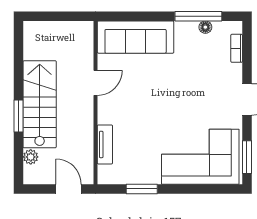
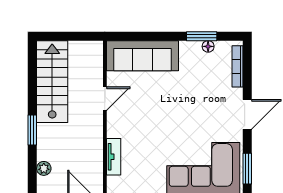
window: (198, 16) -> (202, 36), width x0.69
bookcase: (237, 48) -> (238, 66), width x1.56
stairs: (40, 104) -> (52, 82), moved

